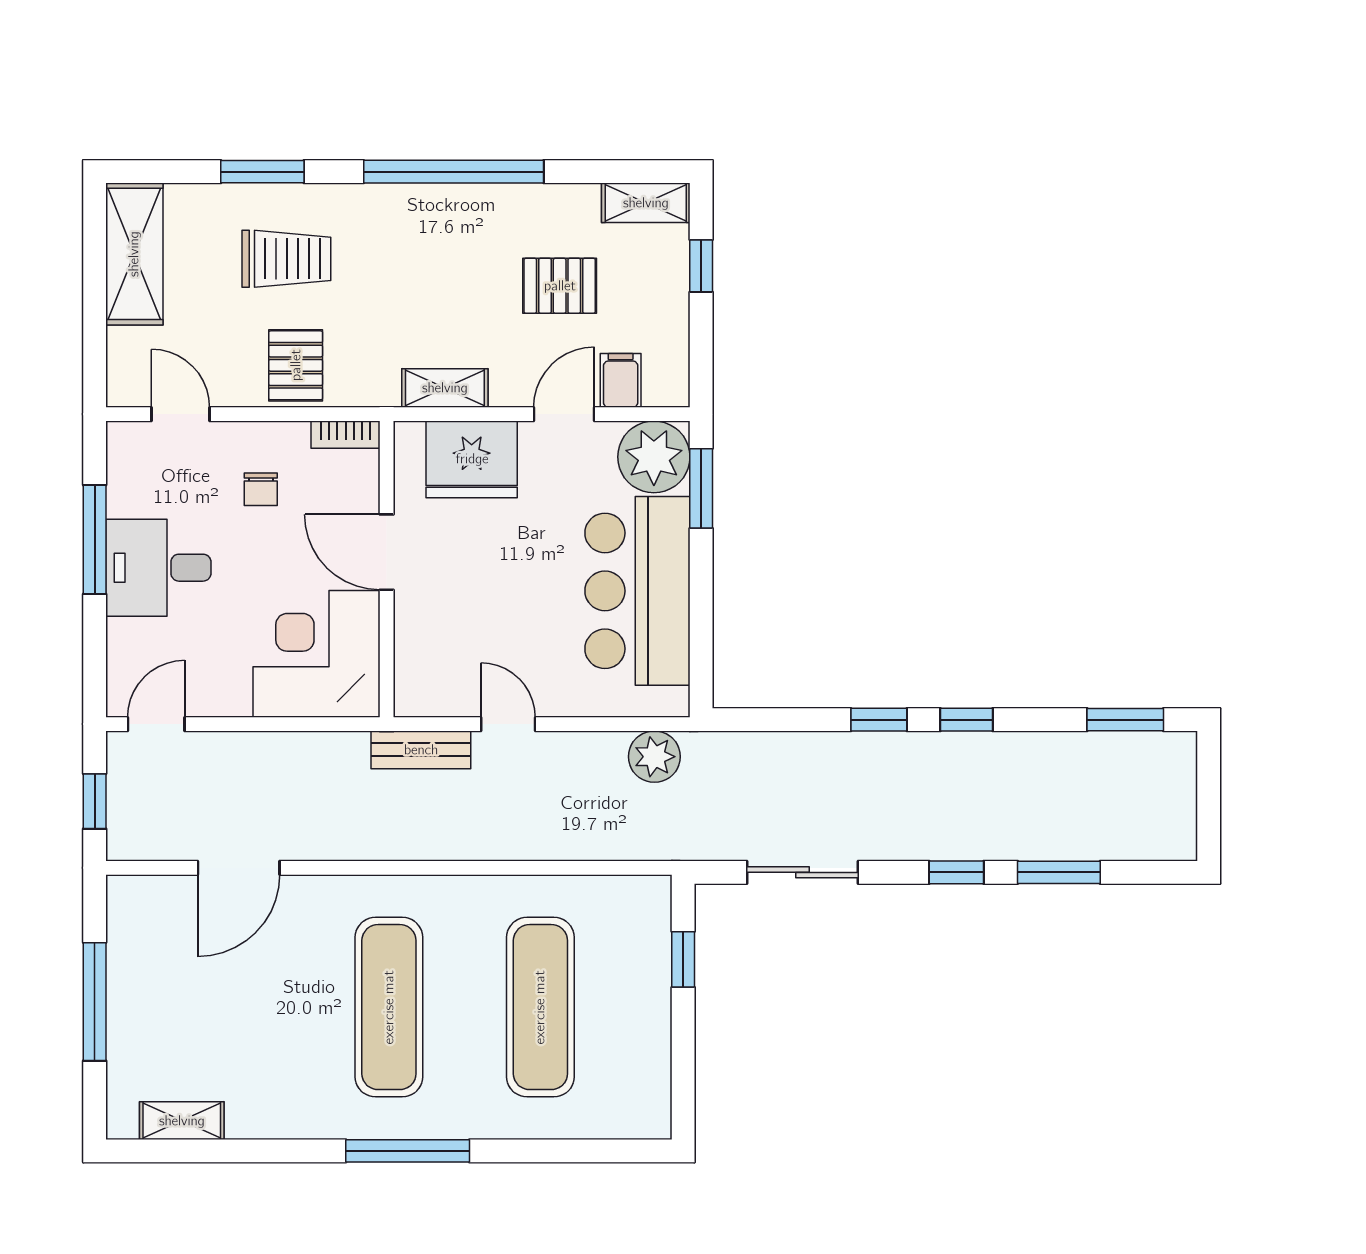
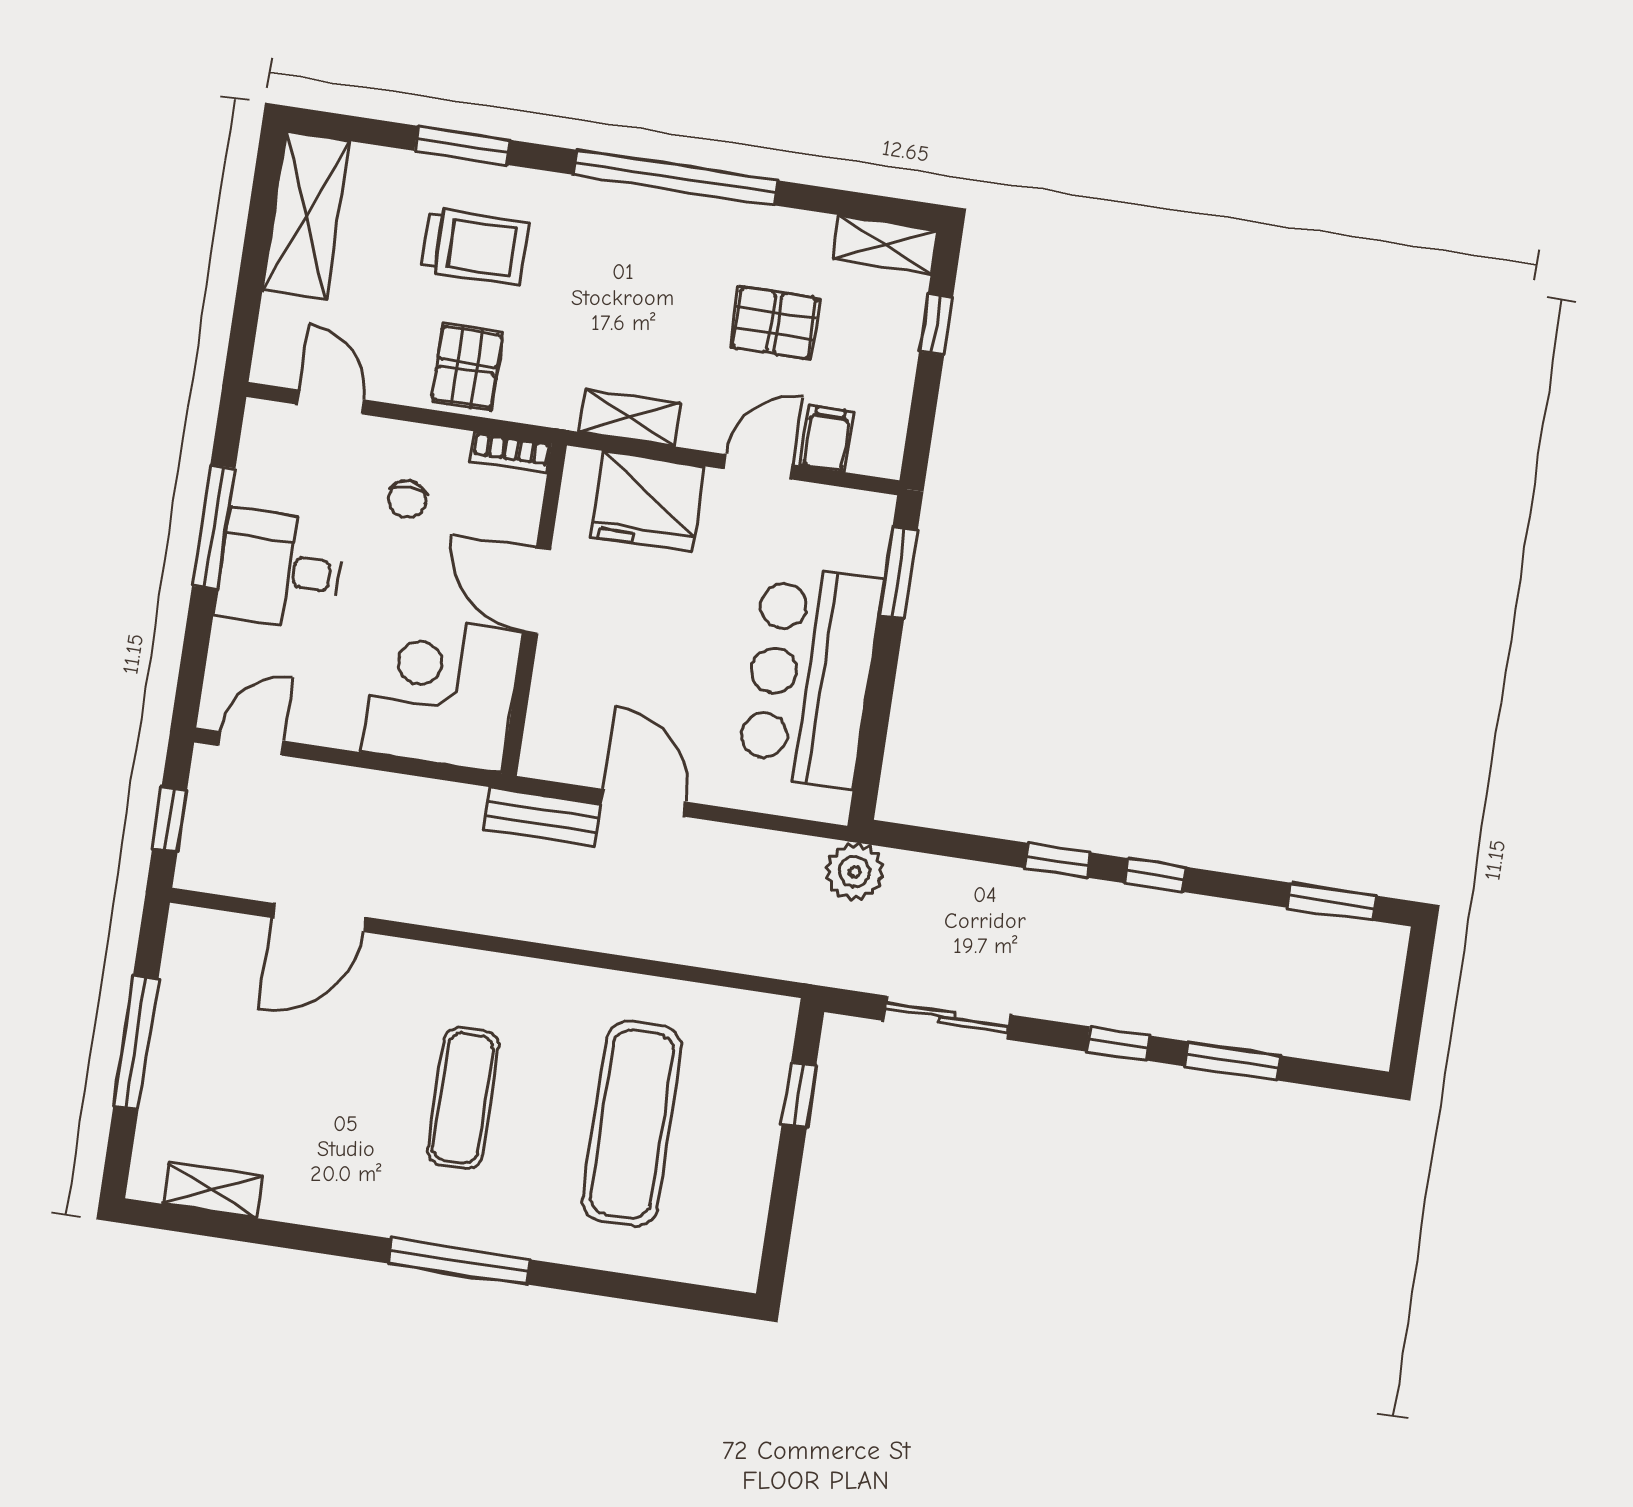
plant: (654, 457) -> (851, 529), removed
door: (508, 724) -> (643, 803), width x1.38
plant: (654, 757) -> (855, 872), moved
exercise mat: (389, 1007) -> (463, 1098), width x0.73, depth x0.69

